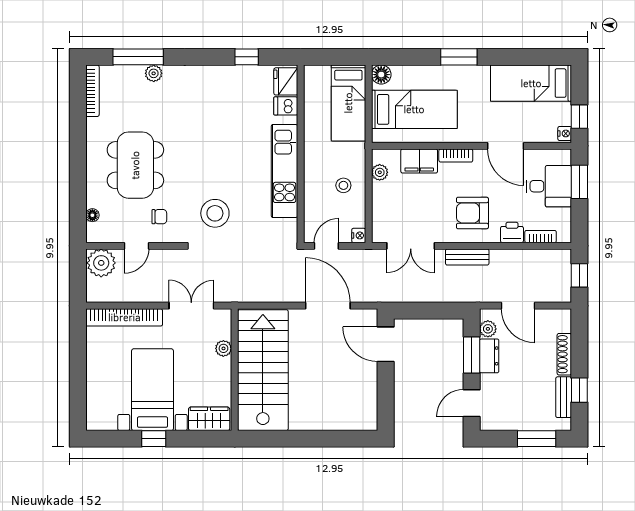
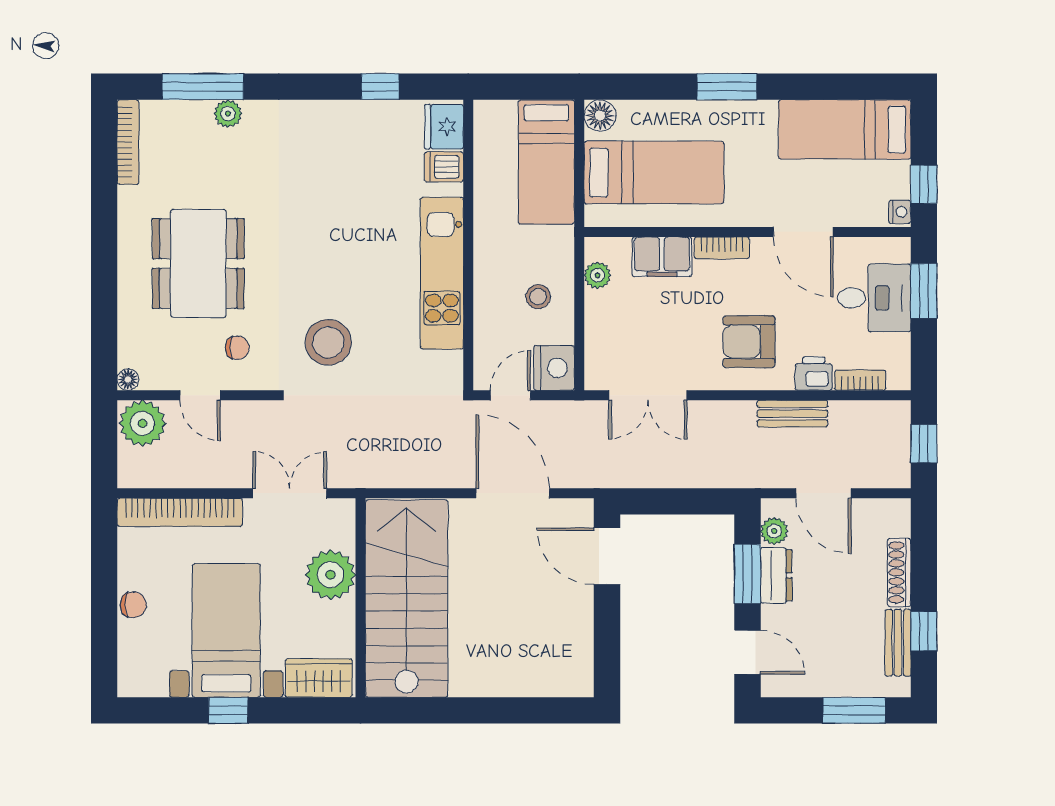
floor lamp: (92, 215) -> (128, 380), moved
nightstand: (359, 235) -> (554, 368), width x1.89, depth x1.79
door: (137, 246) -> (200, 395), hinge flipped
bench: (467, 257) -> (792, 414), moved
plant: (223, 348) -> (331, 575), width x1.87, depth x1.87
chair: (96, 374) -> (133, 605), added
door: (472, 403) -> (747, 652), swing flipped

